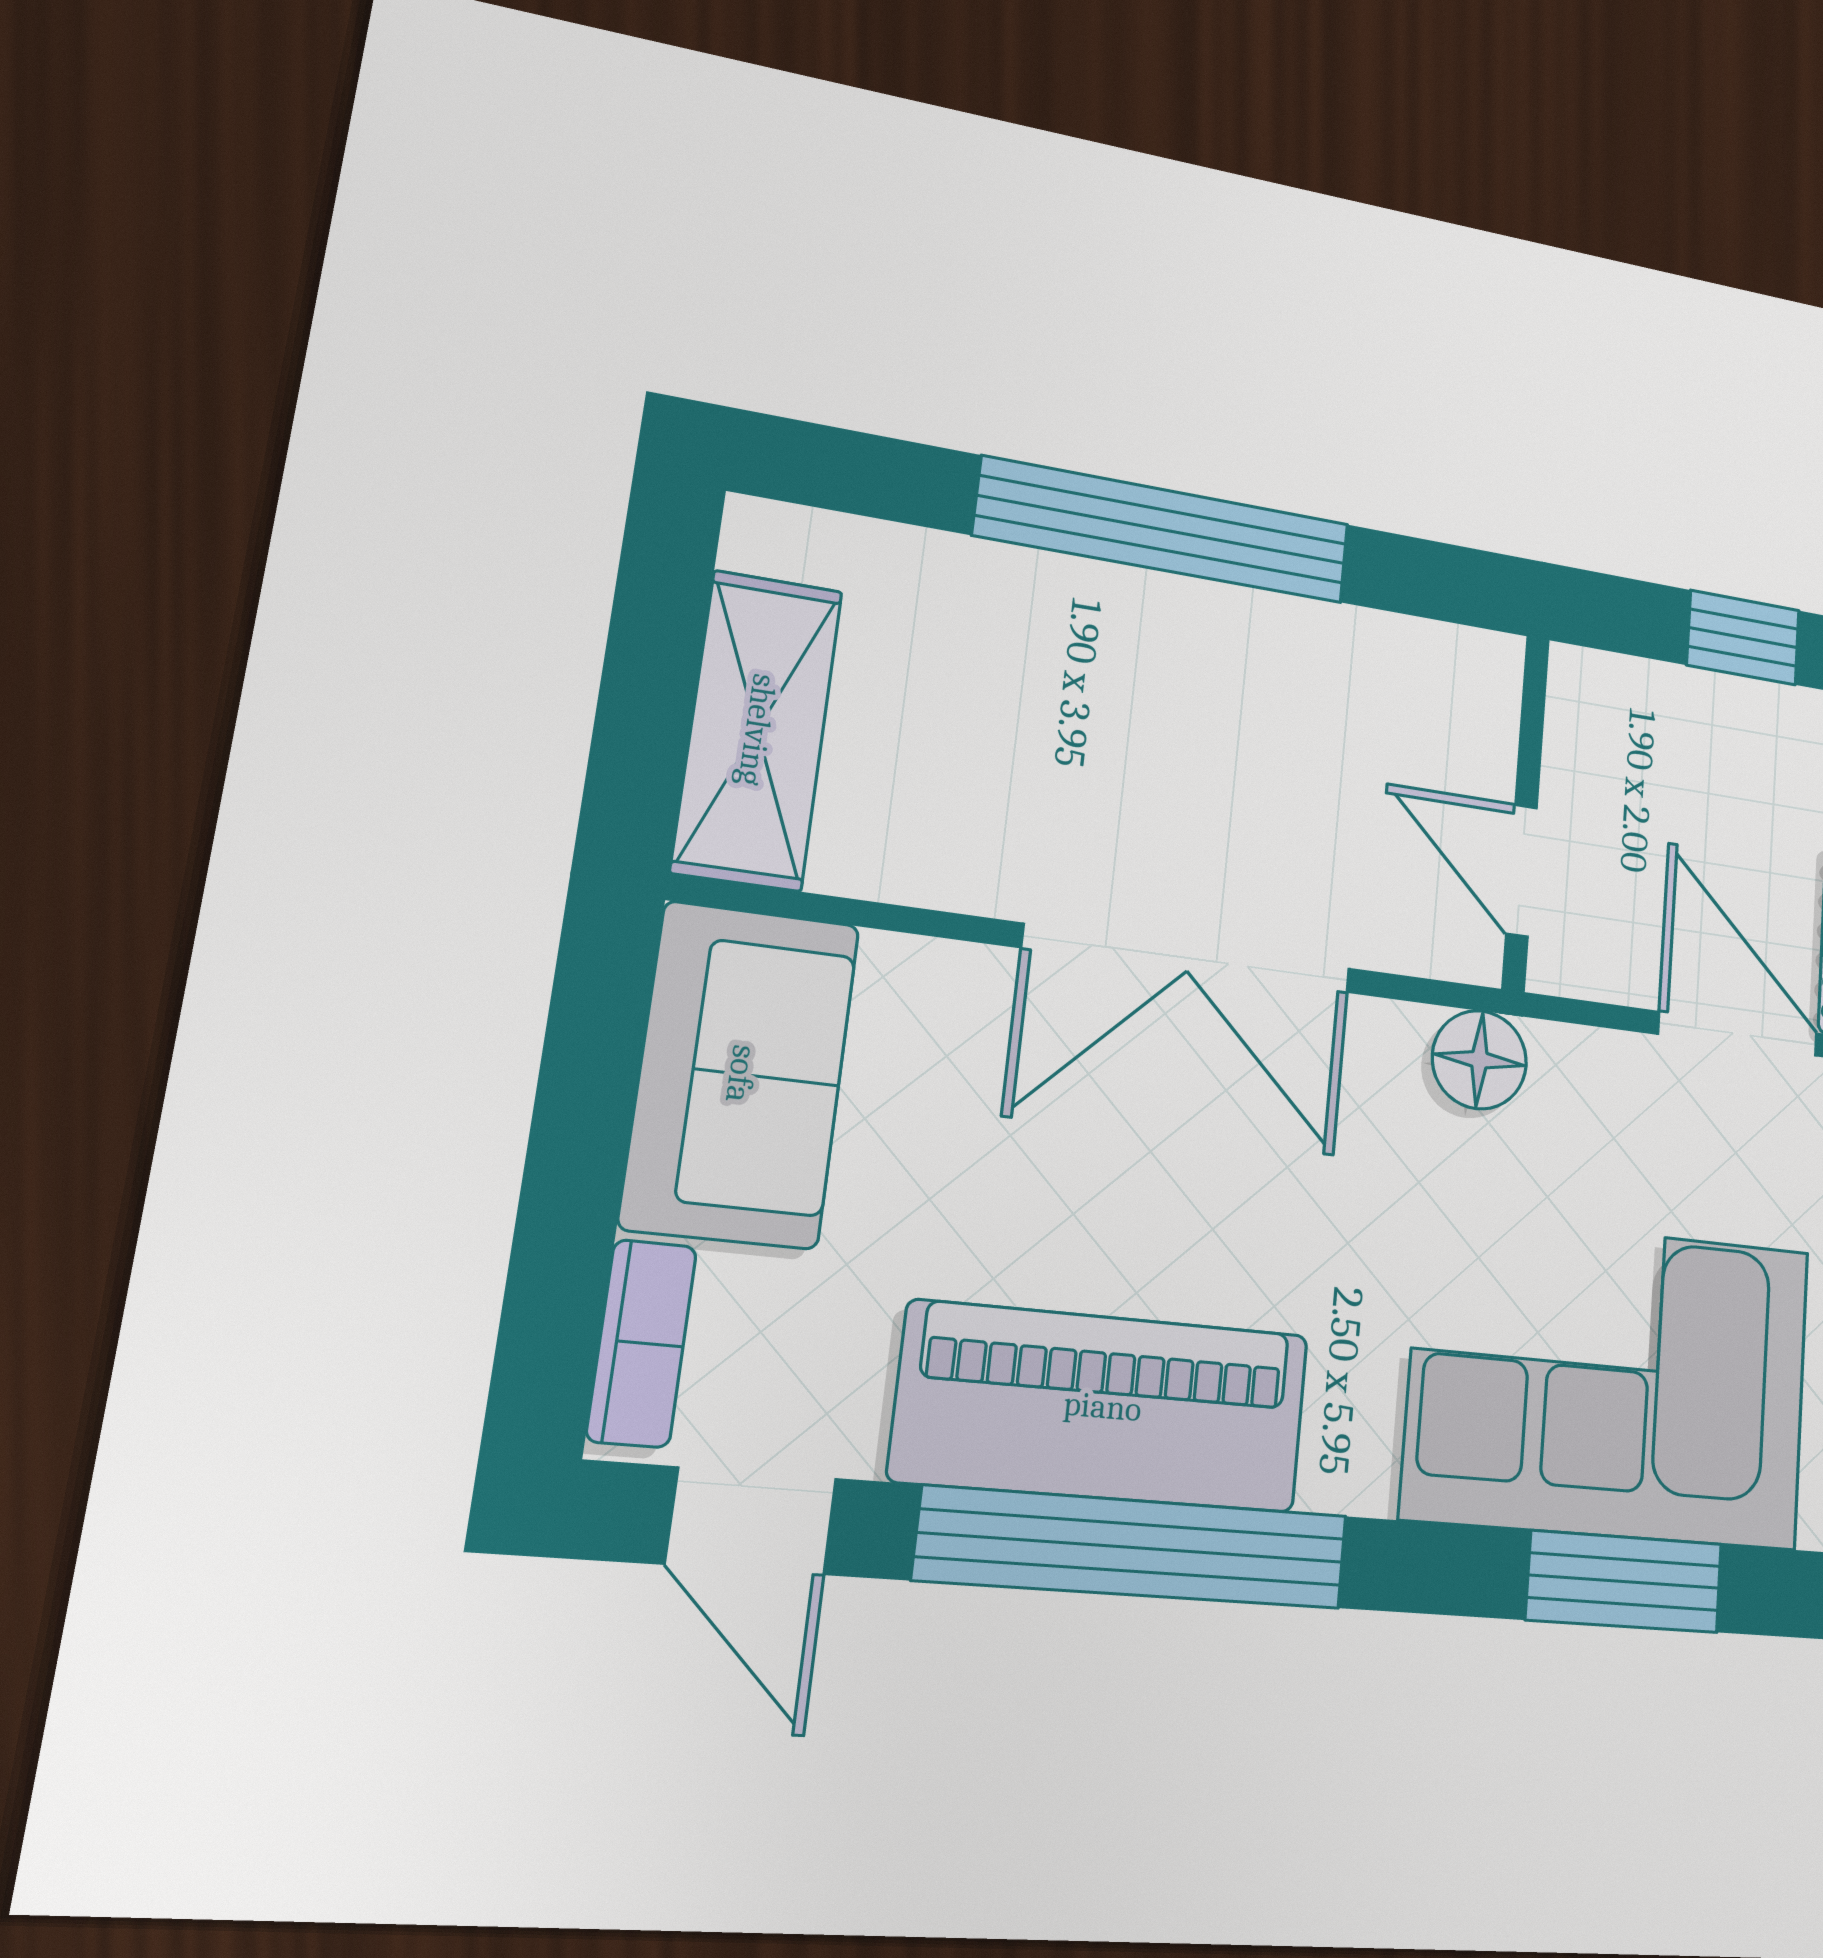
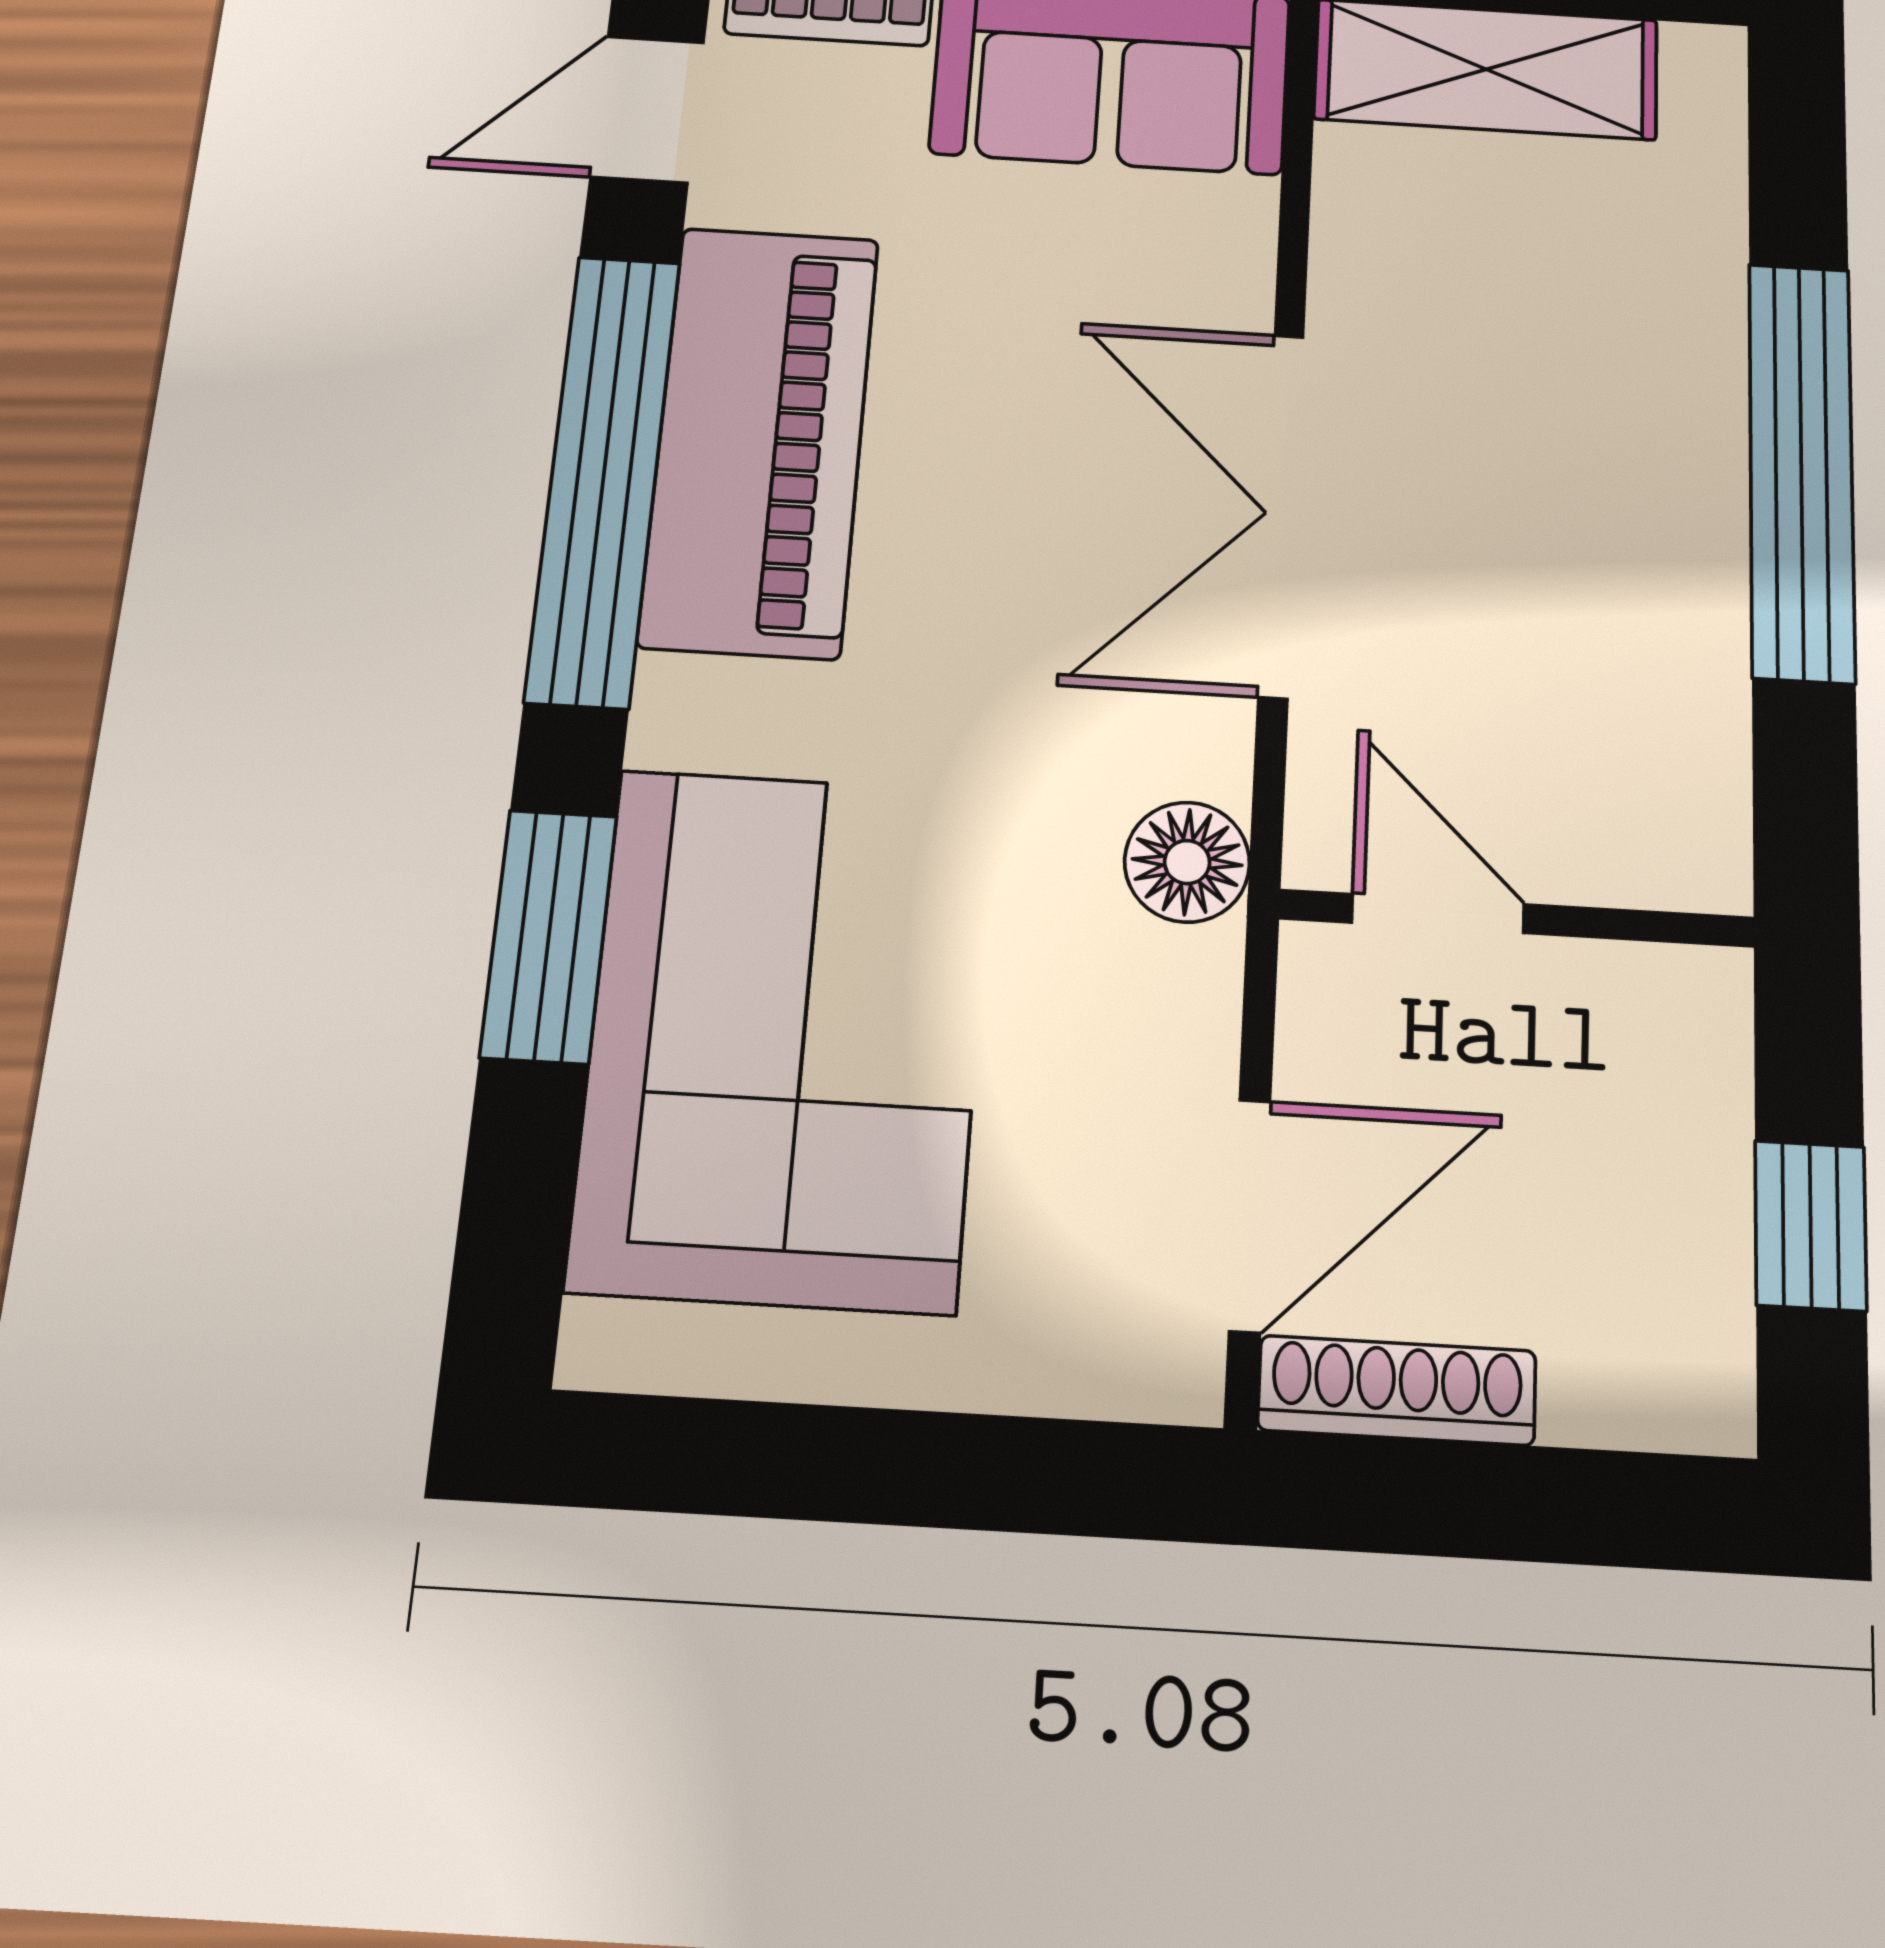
door: (1521, 871) -> (1438, 913), hinge flipped
window: (1624, 1582) -> (549, 936), moved

